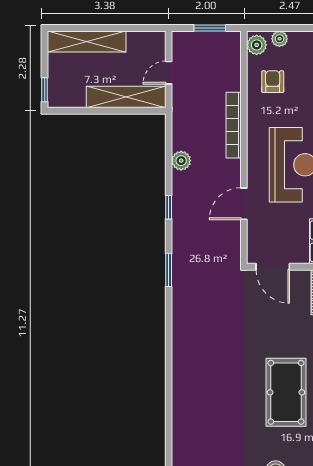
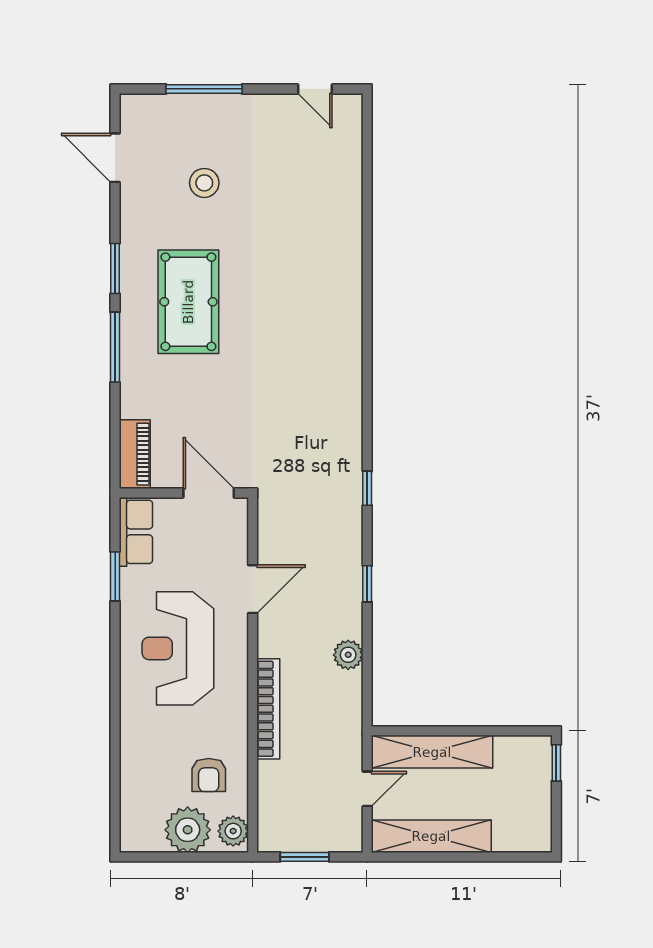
plant: (279, 39) -> (188, 830), width x1.88, depth x1.88
shelving: (87, 41) -> (431, 836), moved
window: (169, 270) -> (367, 488), width x0.67

